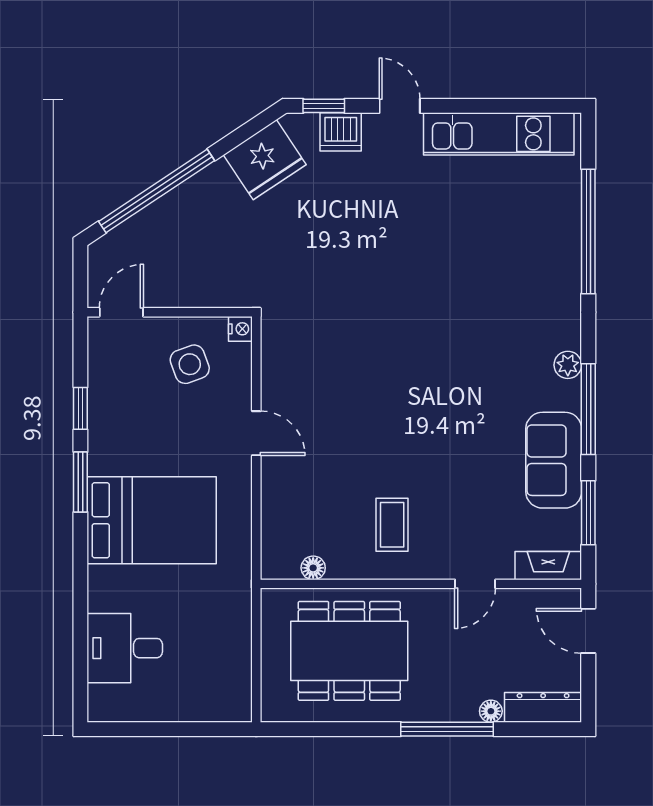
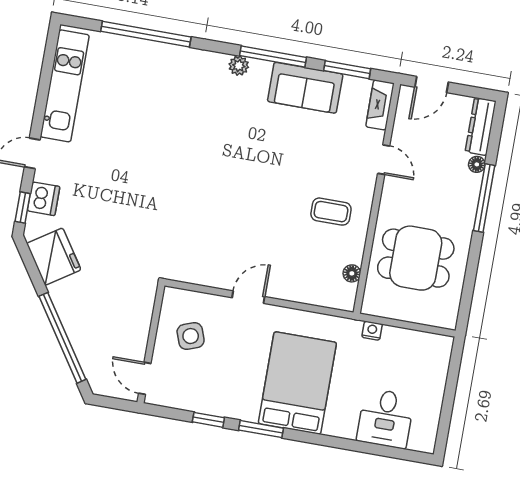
nightstand: (240, 329) -> (372, 331), moved
dining table: (349, 651) -> (416, 258), width x0.73

